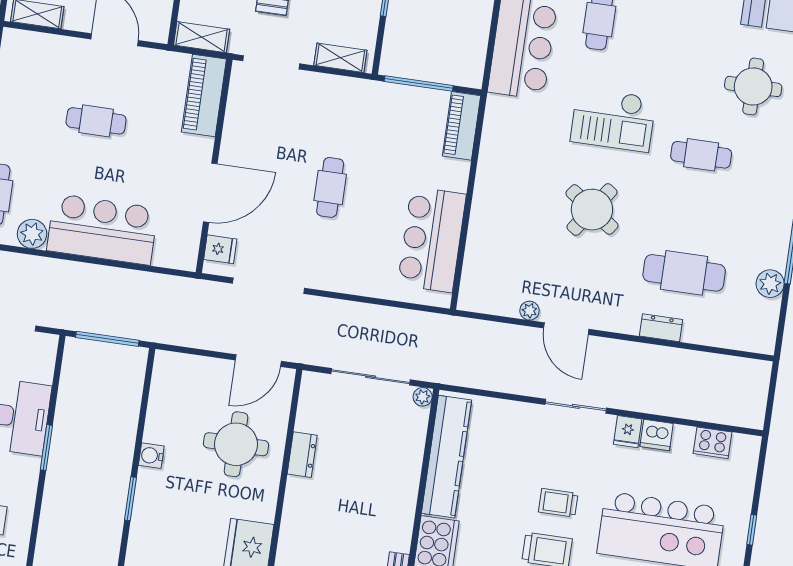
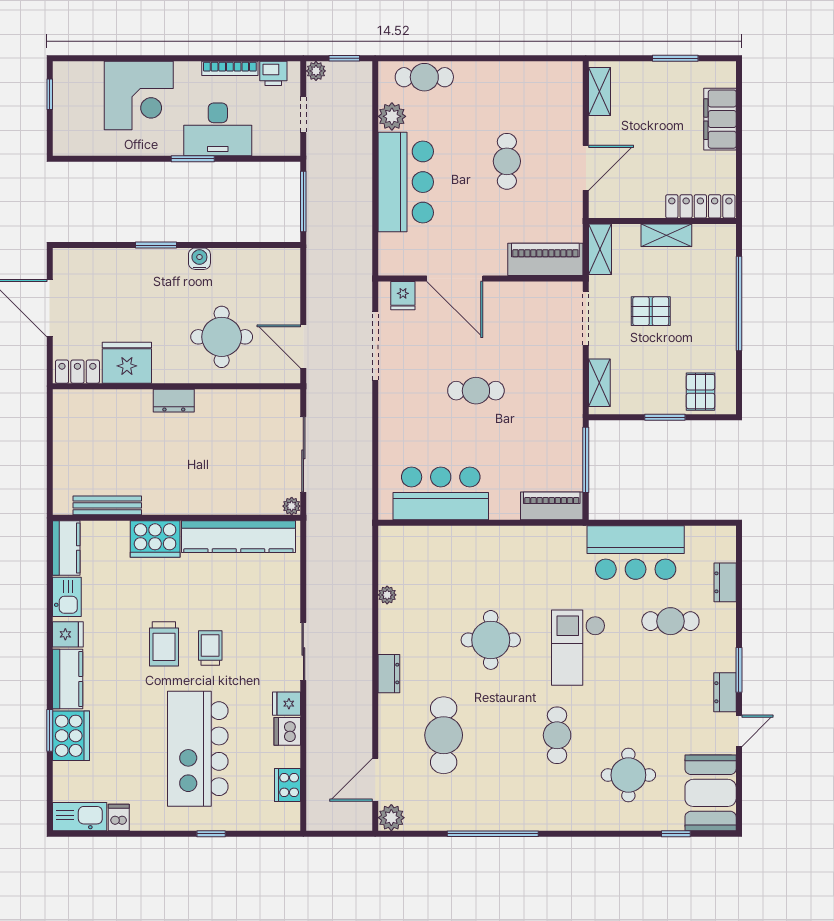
round table: (592, 210) -> (491, 640), turned -35
plant: (770, 284) -> (391, 818), moved
dresser: (661, 328) -> (389, 674), moved
door: (566, 329) -> (375, 780), moved
dresser: (302, 455) -> (174, 401), moved

